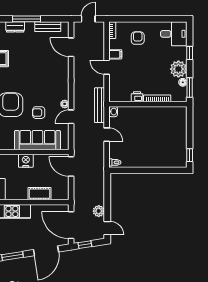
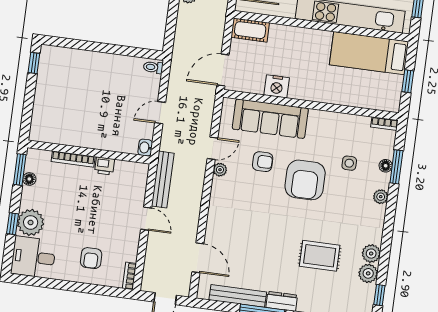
bench: (48, 27) -> (238, 296), width x1.36
filing cabinet: (115, 54) -> (130, 237), removed
plant: (178, 69) -> (31, 222), moved
bench: (100, 105) -> (163, 180), moved
door: (107, 135) -> (160, 113), hinge flipped
nightstand: (26, 161) -> (277, 86), moved
door: (71, 166) -> (223, 70), swing flipped
cot: (40, 194) -> (250, 30), moved

